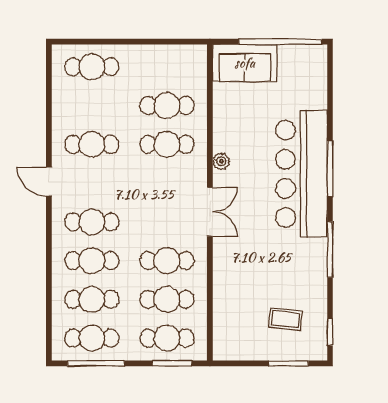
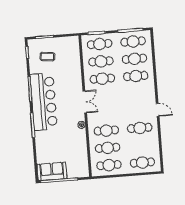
sofa: (245, 63) -> (52, 171), moved
bar counter: (301, 174) -> (44, 102), moved
double door: (210, 212) -> (85, 102), swing flipped
cafe table: (92, 222) -> (109, 165), moved

